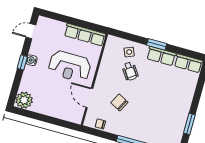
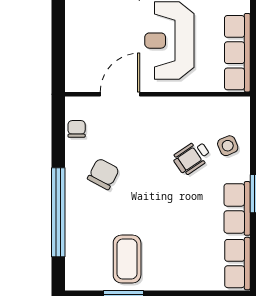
chair: (119, 102) -> (103, 174), moved
coffee table: (171, 117) -> (127, 259), added

